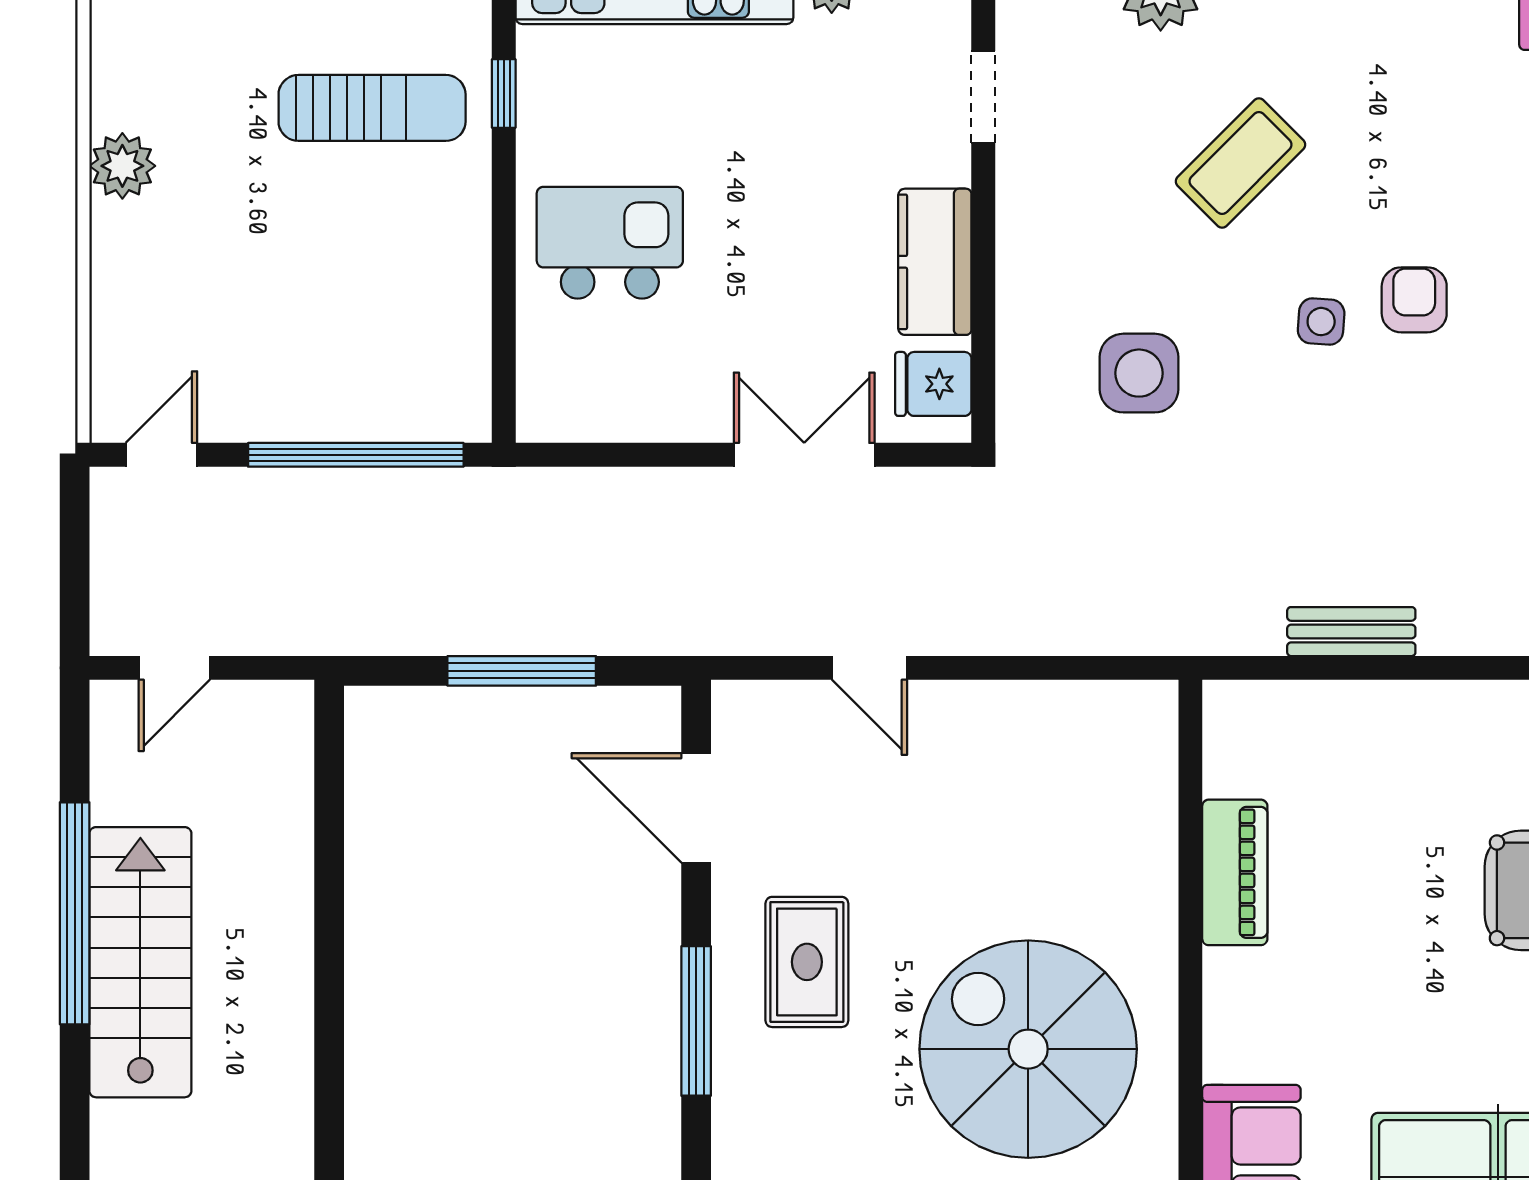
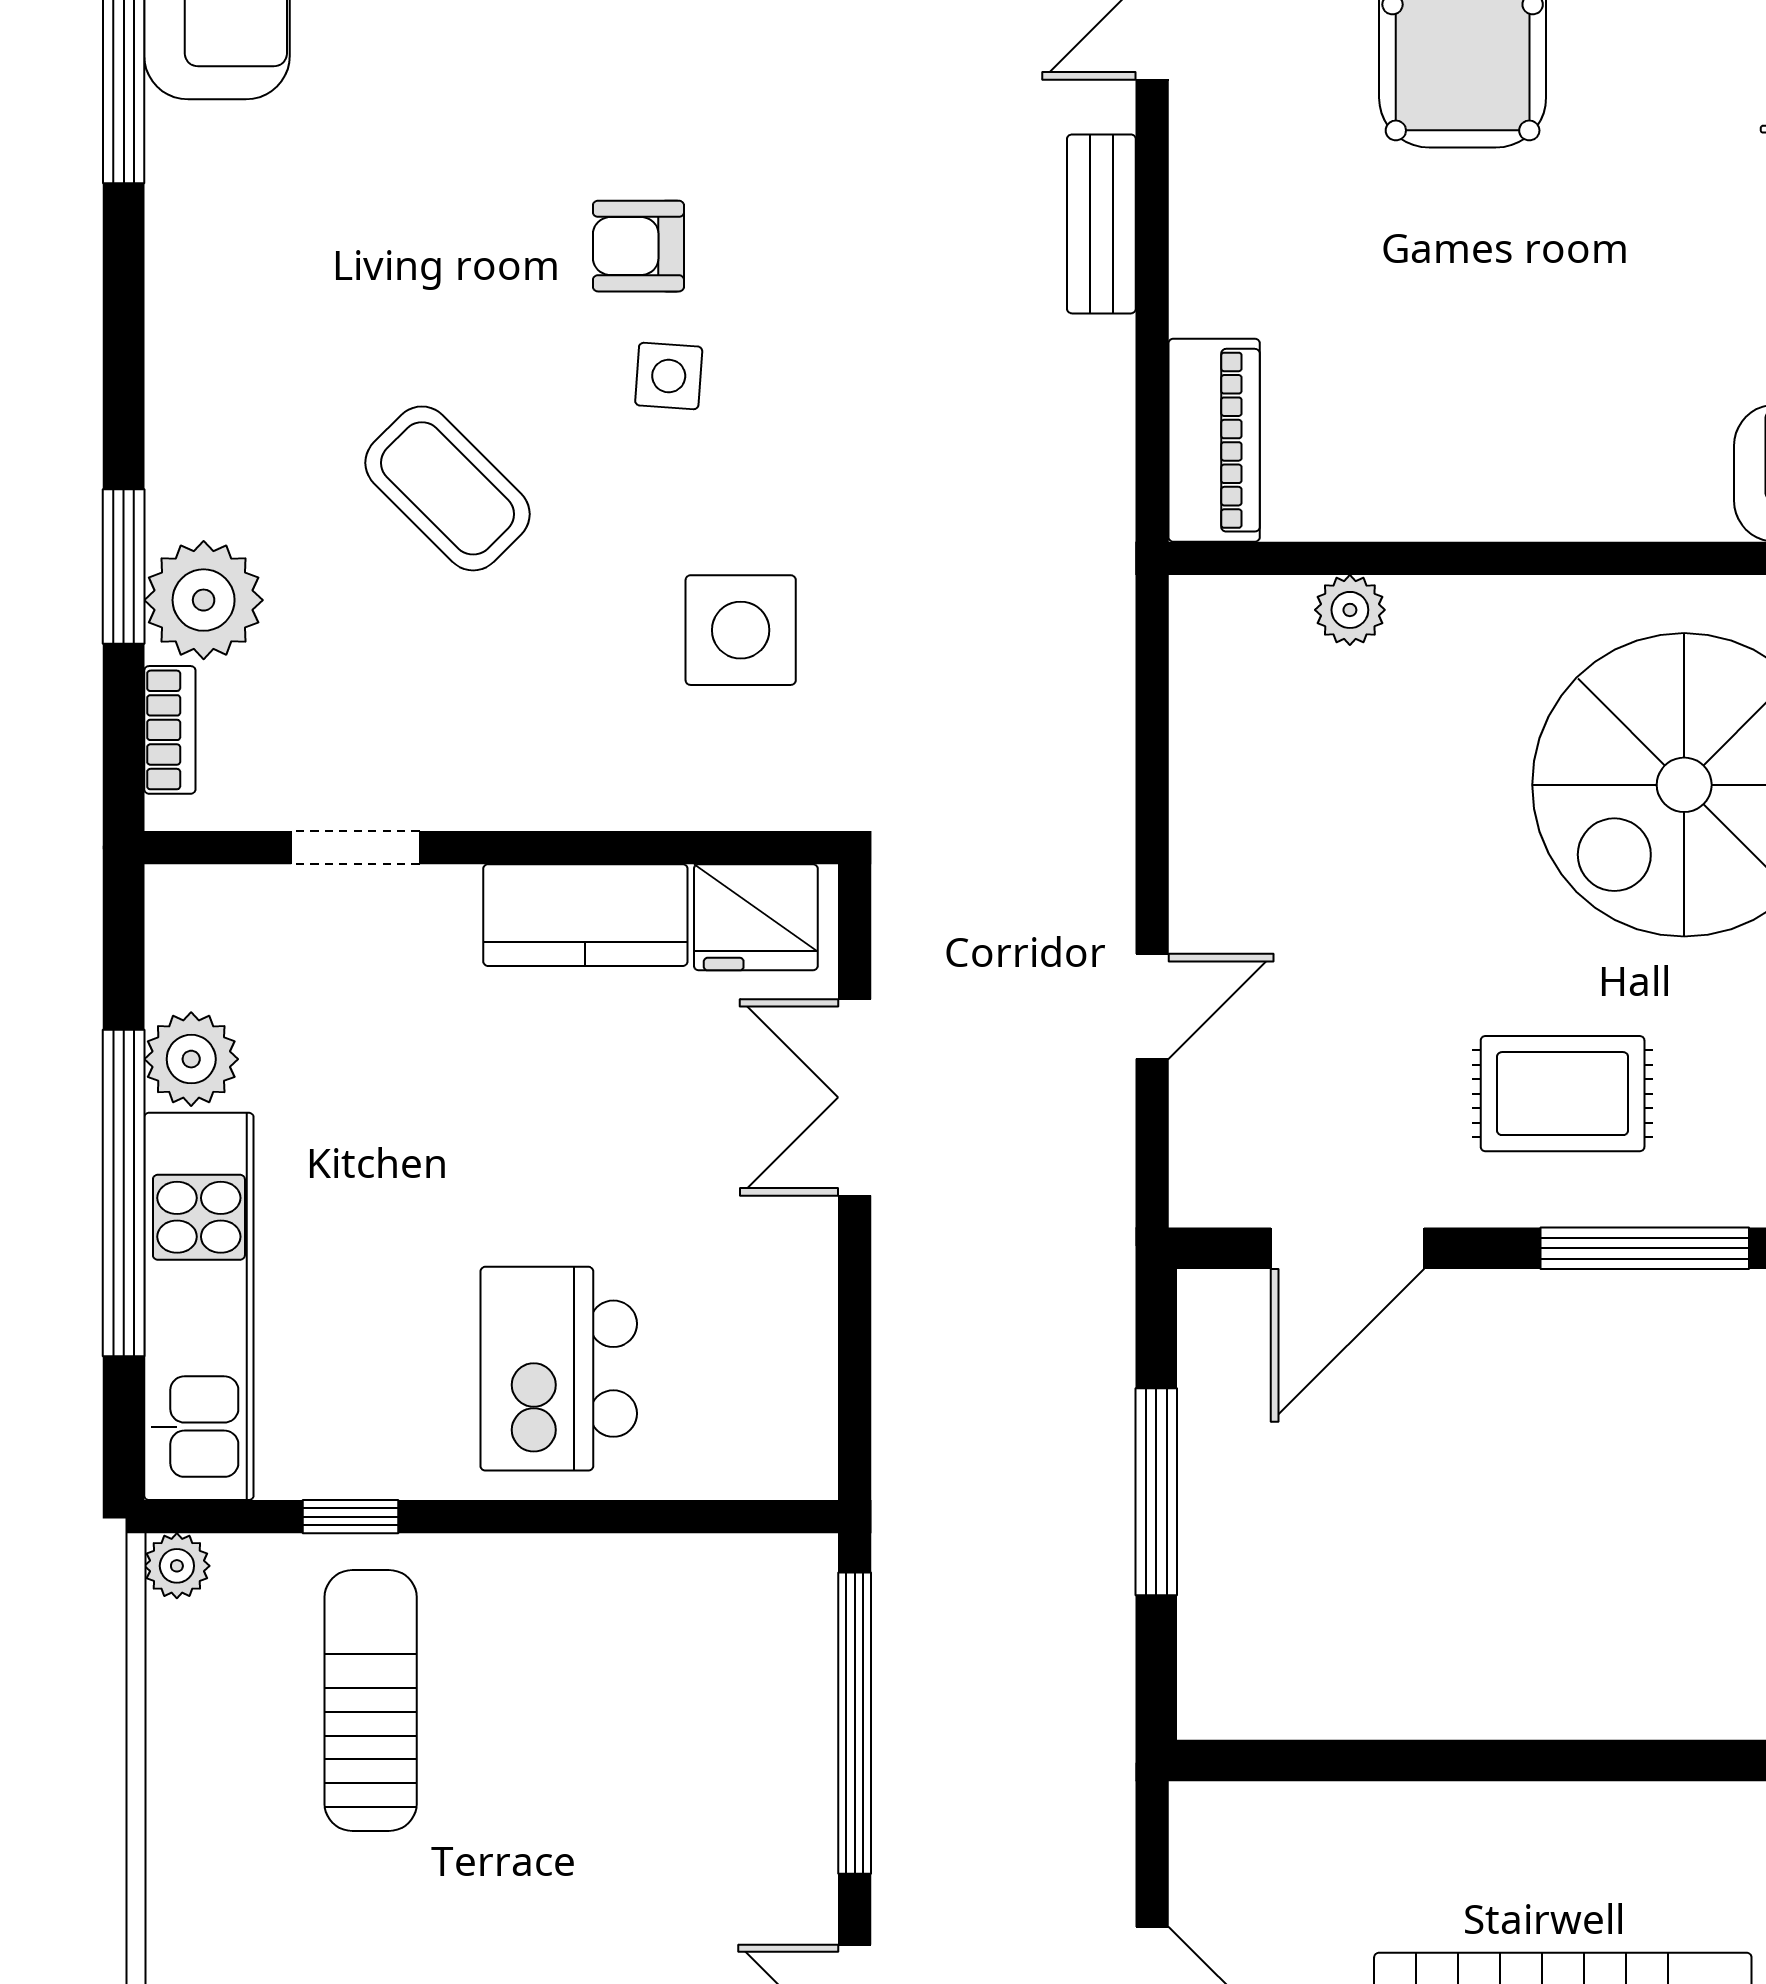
fridge: (933, 384) -> (756, 917), width x1.38
bench: (1351, 632) -> (1101, 224), moved
plant: (1153, 810) -> (1350, 610), added
piano: (1235, 872) -> (1214, 440), moved, turned 90

